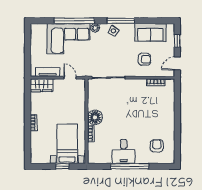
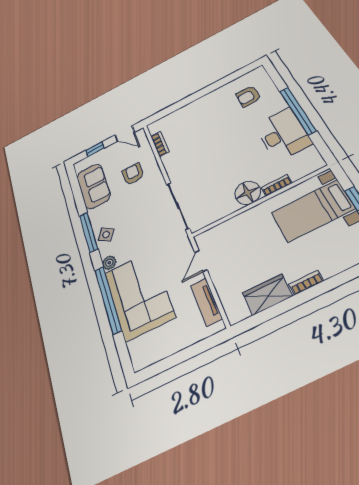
wardrobe: (41, 85) -> (267, 295), moved, turned -90
desk: (124, 152) -> (283, 134), width x1.37

